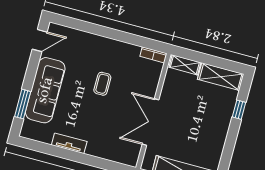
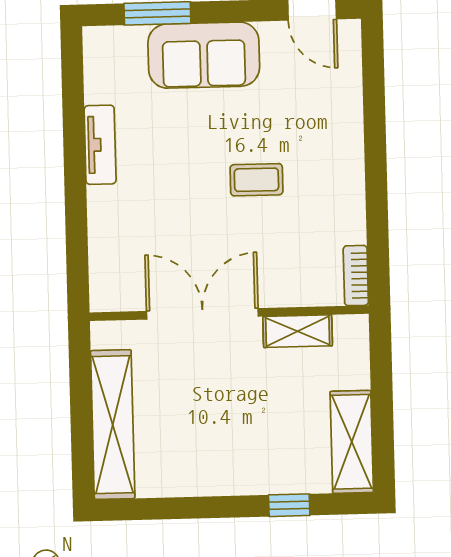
shelving: (185, 65) -> (298, 331), moved, turned 90
sofa: (45, 90) -> (204, 55), width x0.73

